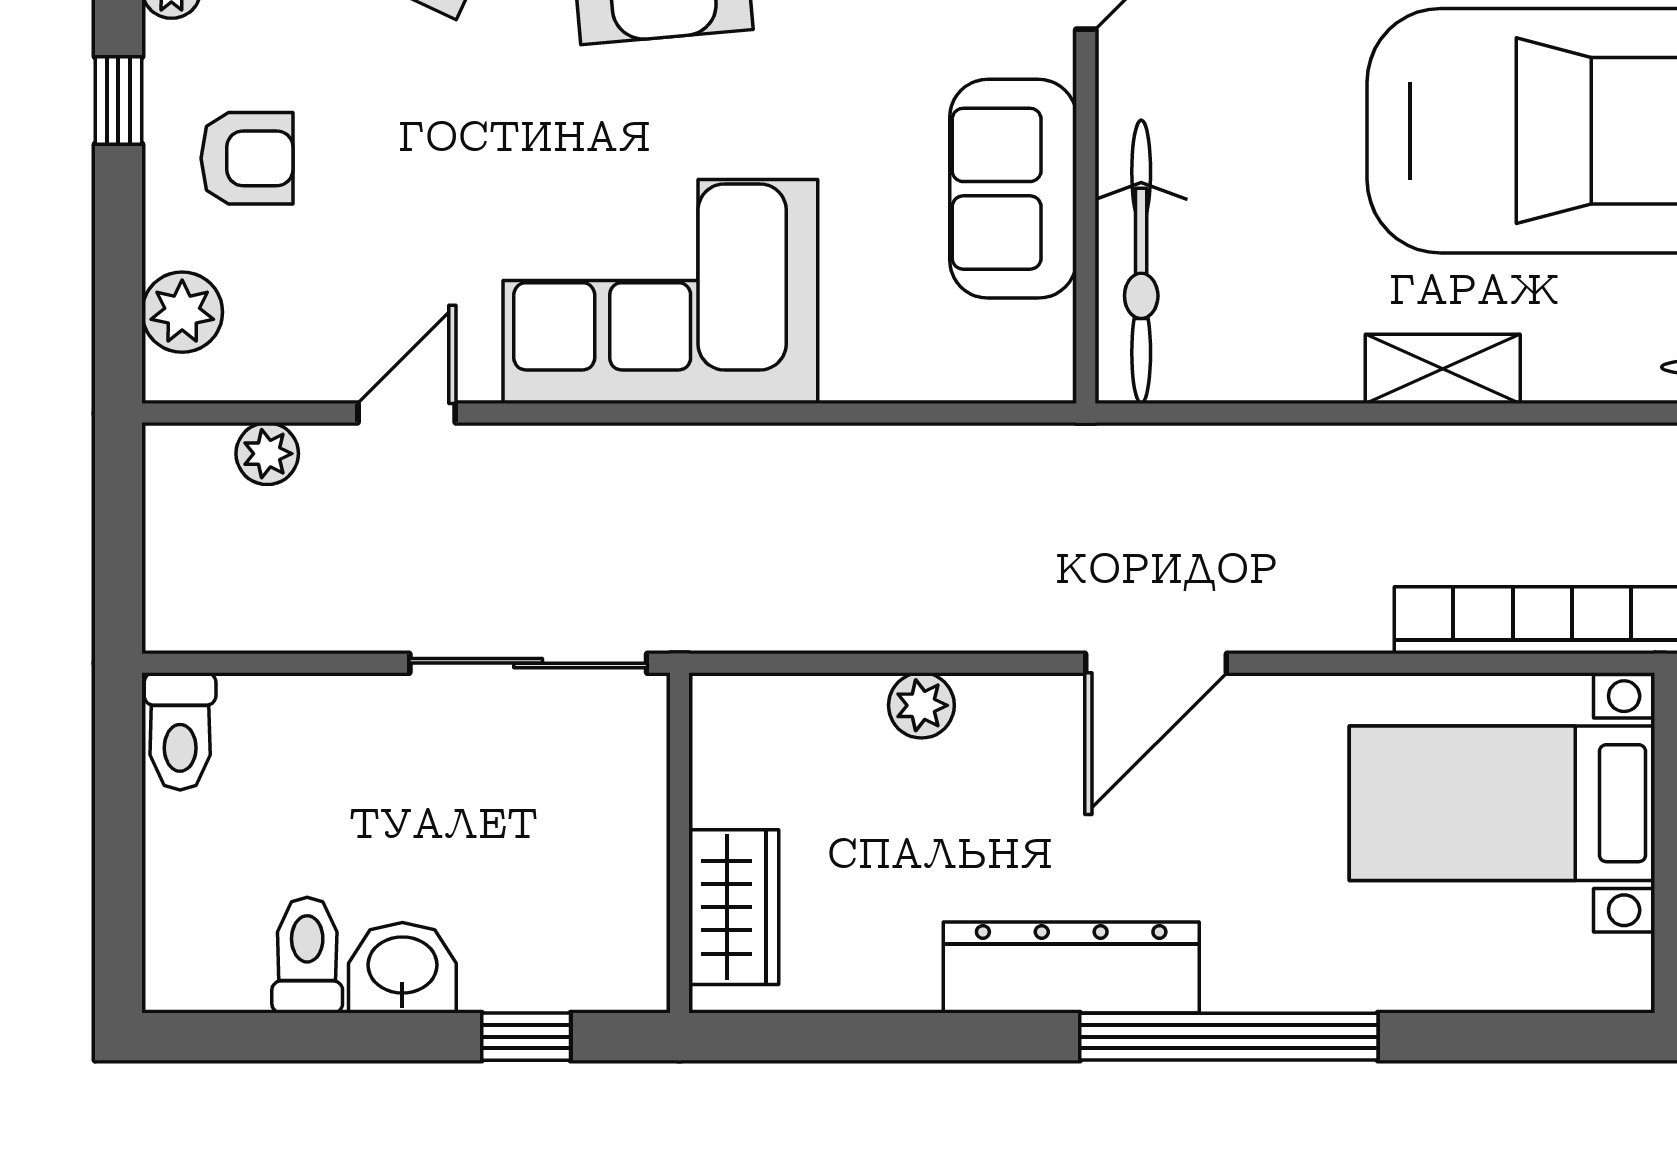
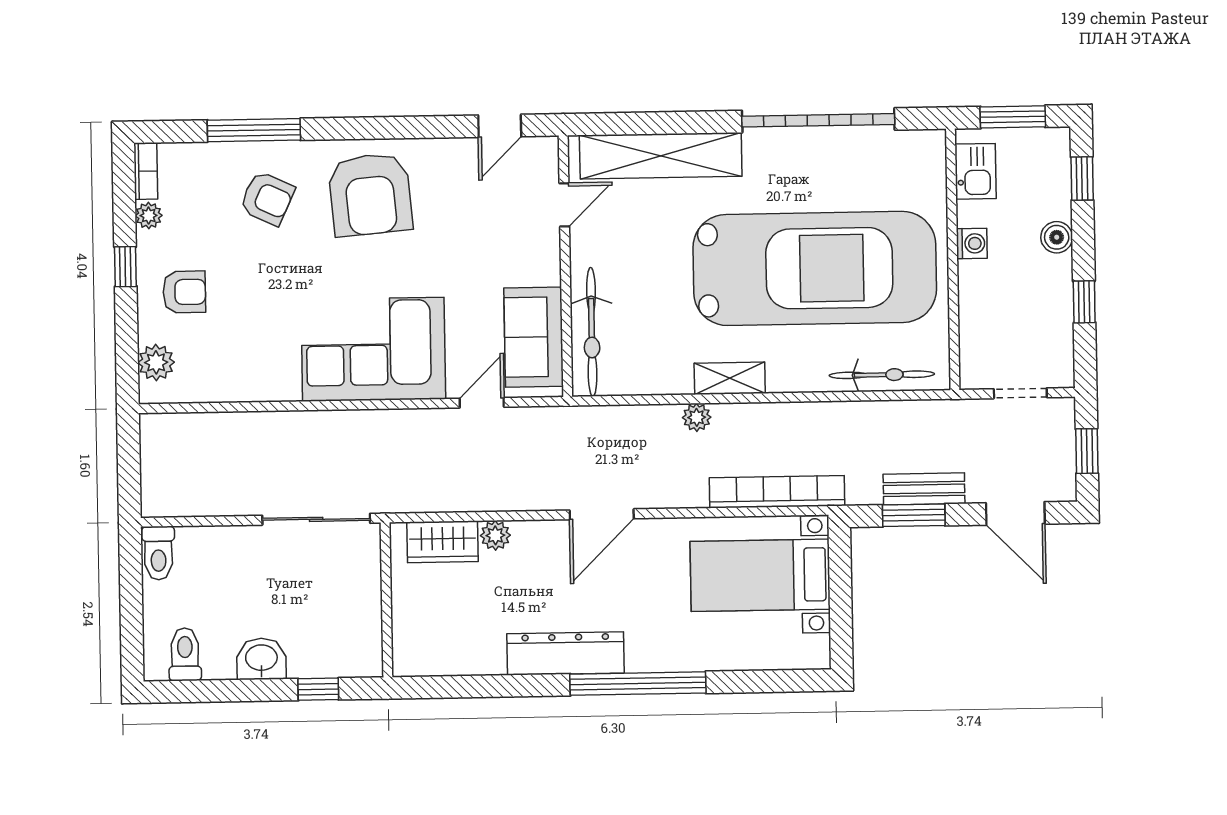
sofa: (1013, 189) -> (534, 337), moved
door: (407, 413) -> (482, 403), moved
plant: (267, 454) -> (697, 417), moved
wardrobe: (734, 907) -> (442, 542), moved, turned 90
toilet: (307, 955) -> (185, 654), moved

